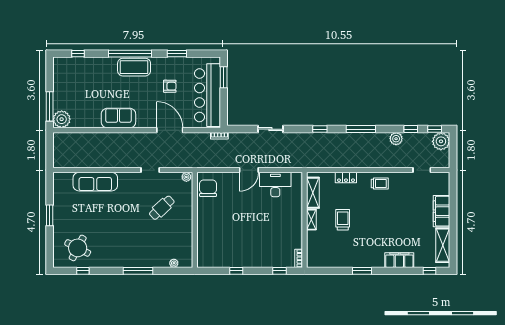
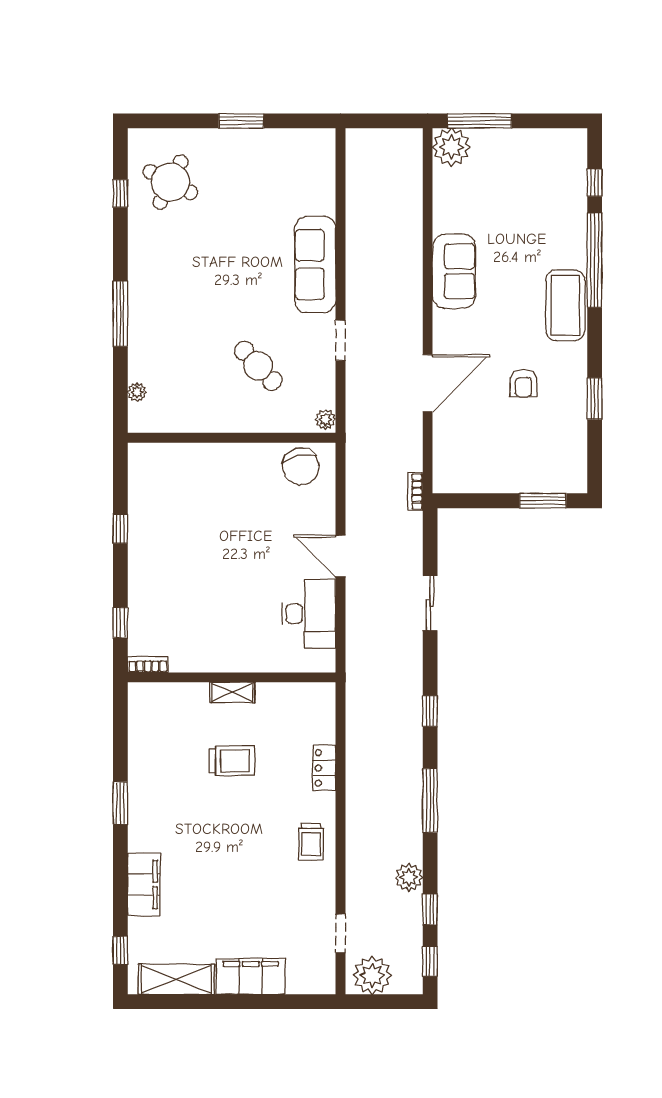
window: (130, 54) -> (595, 260), moved
bar counter: (207, 95) -> (504, 465), removed
plant: (441, 141) -> (372, 975), moved
sofa: (95, 182) -> (315, 265), moved
chair: (208, 188) -> (301, 467), turned 77
shelving: (313, 193) -> (291, 696), removed

